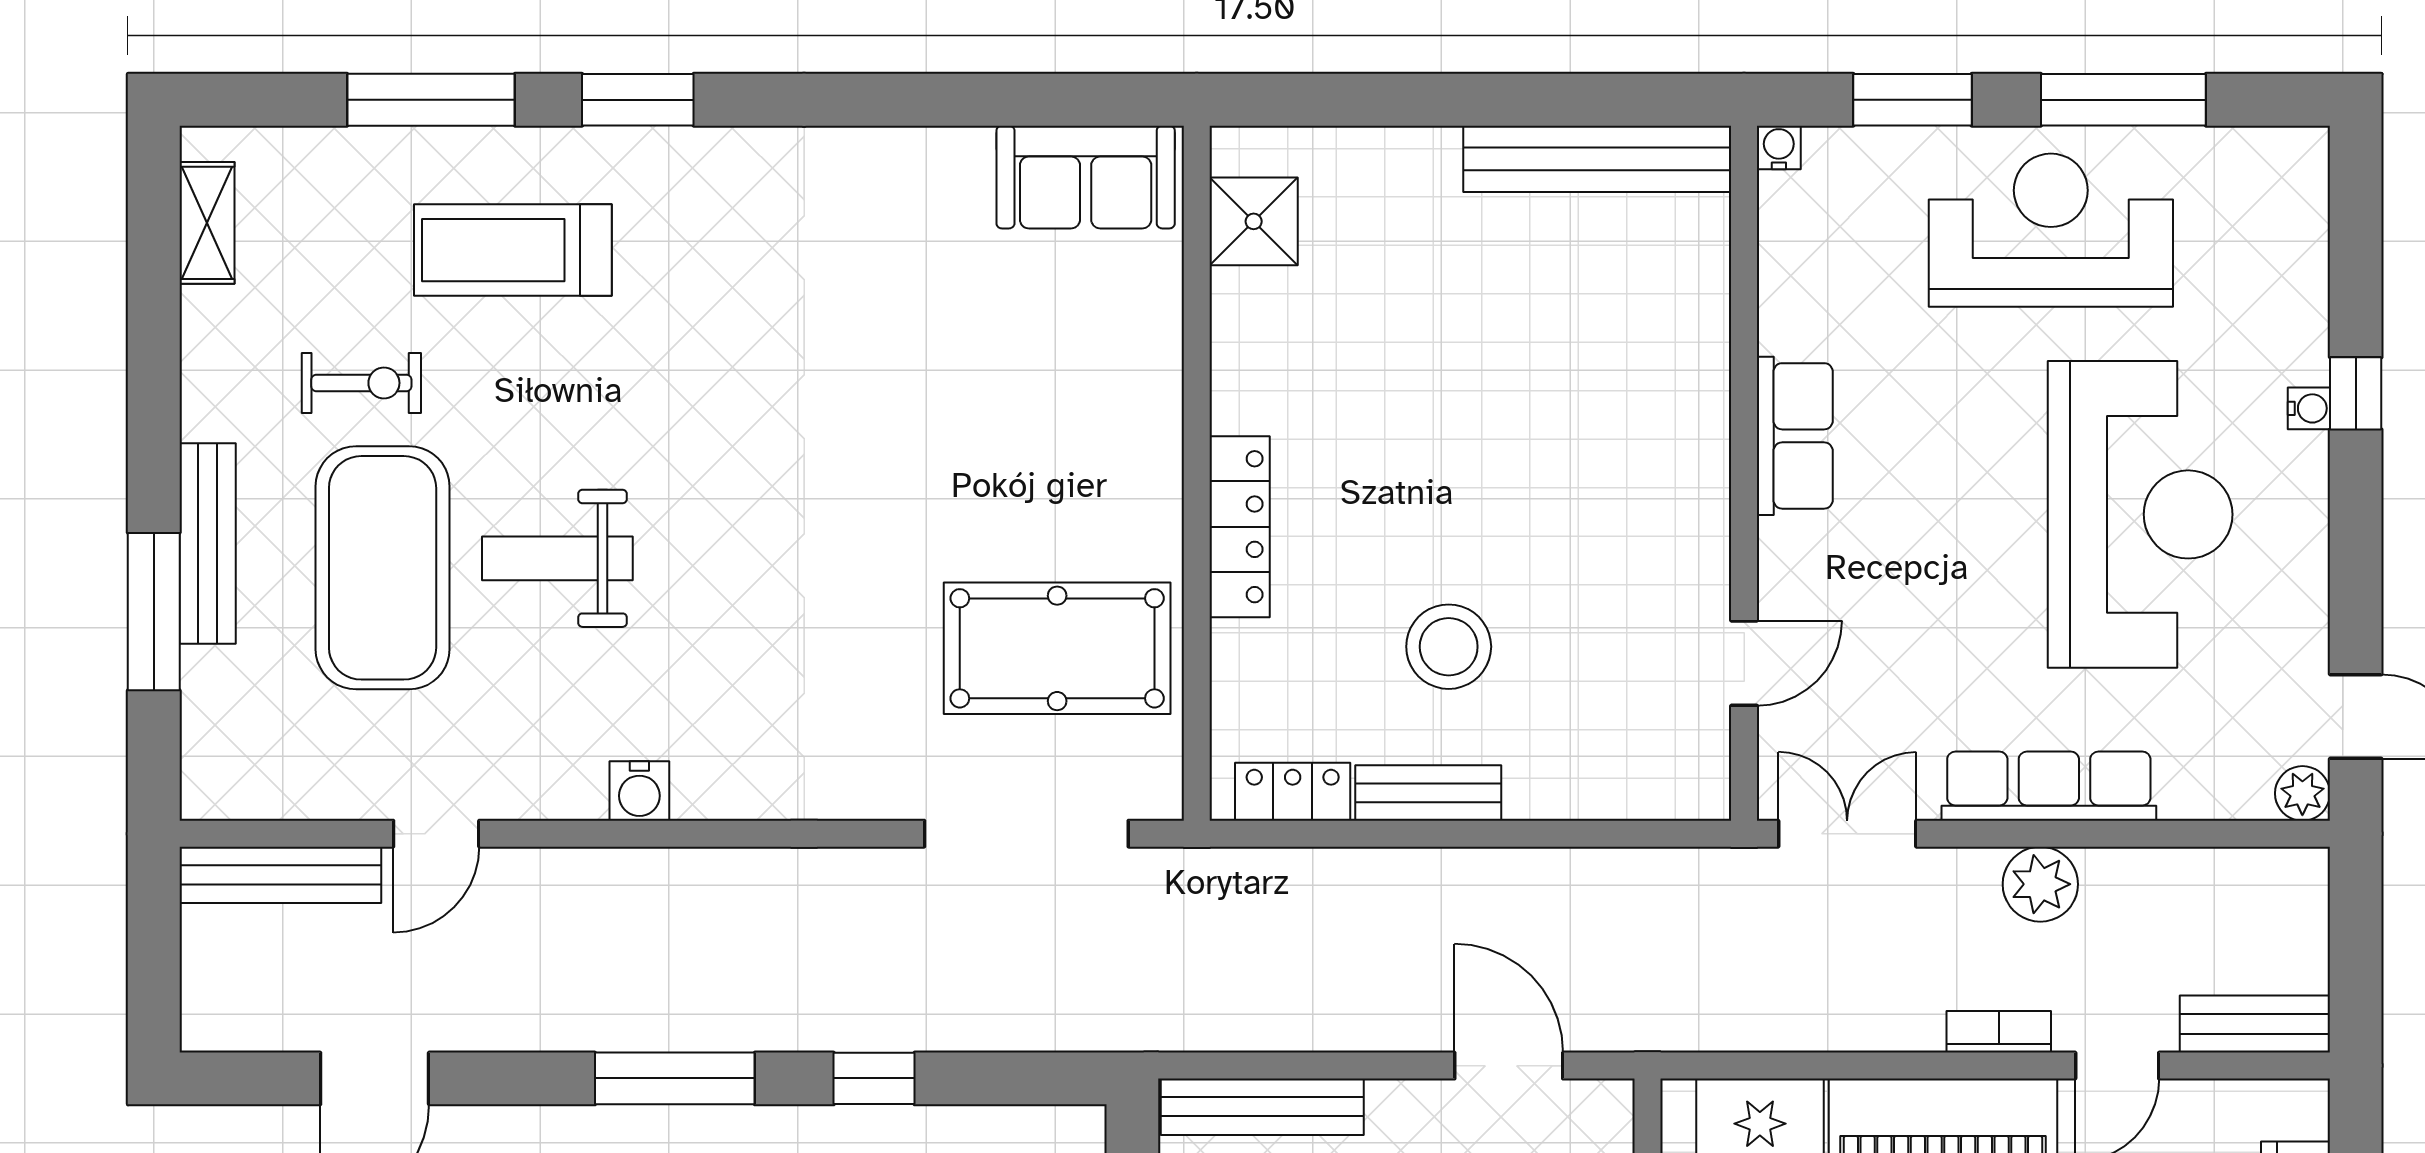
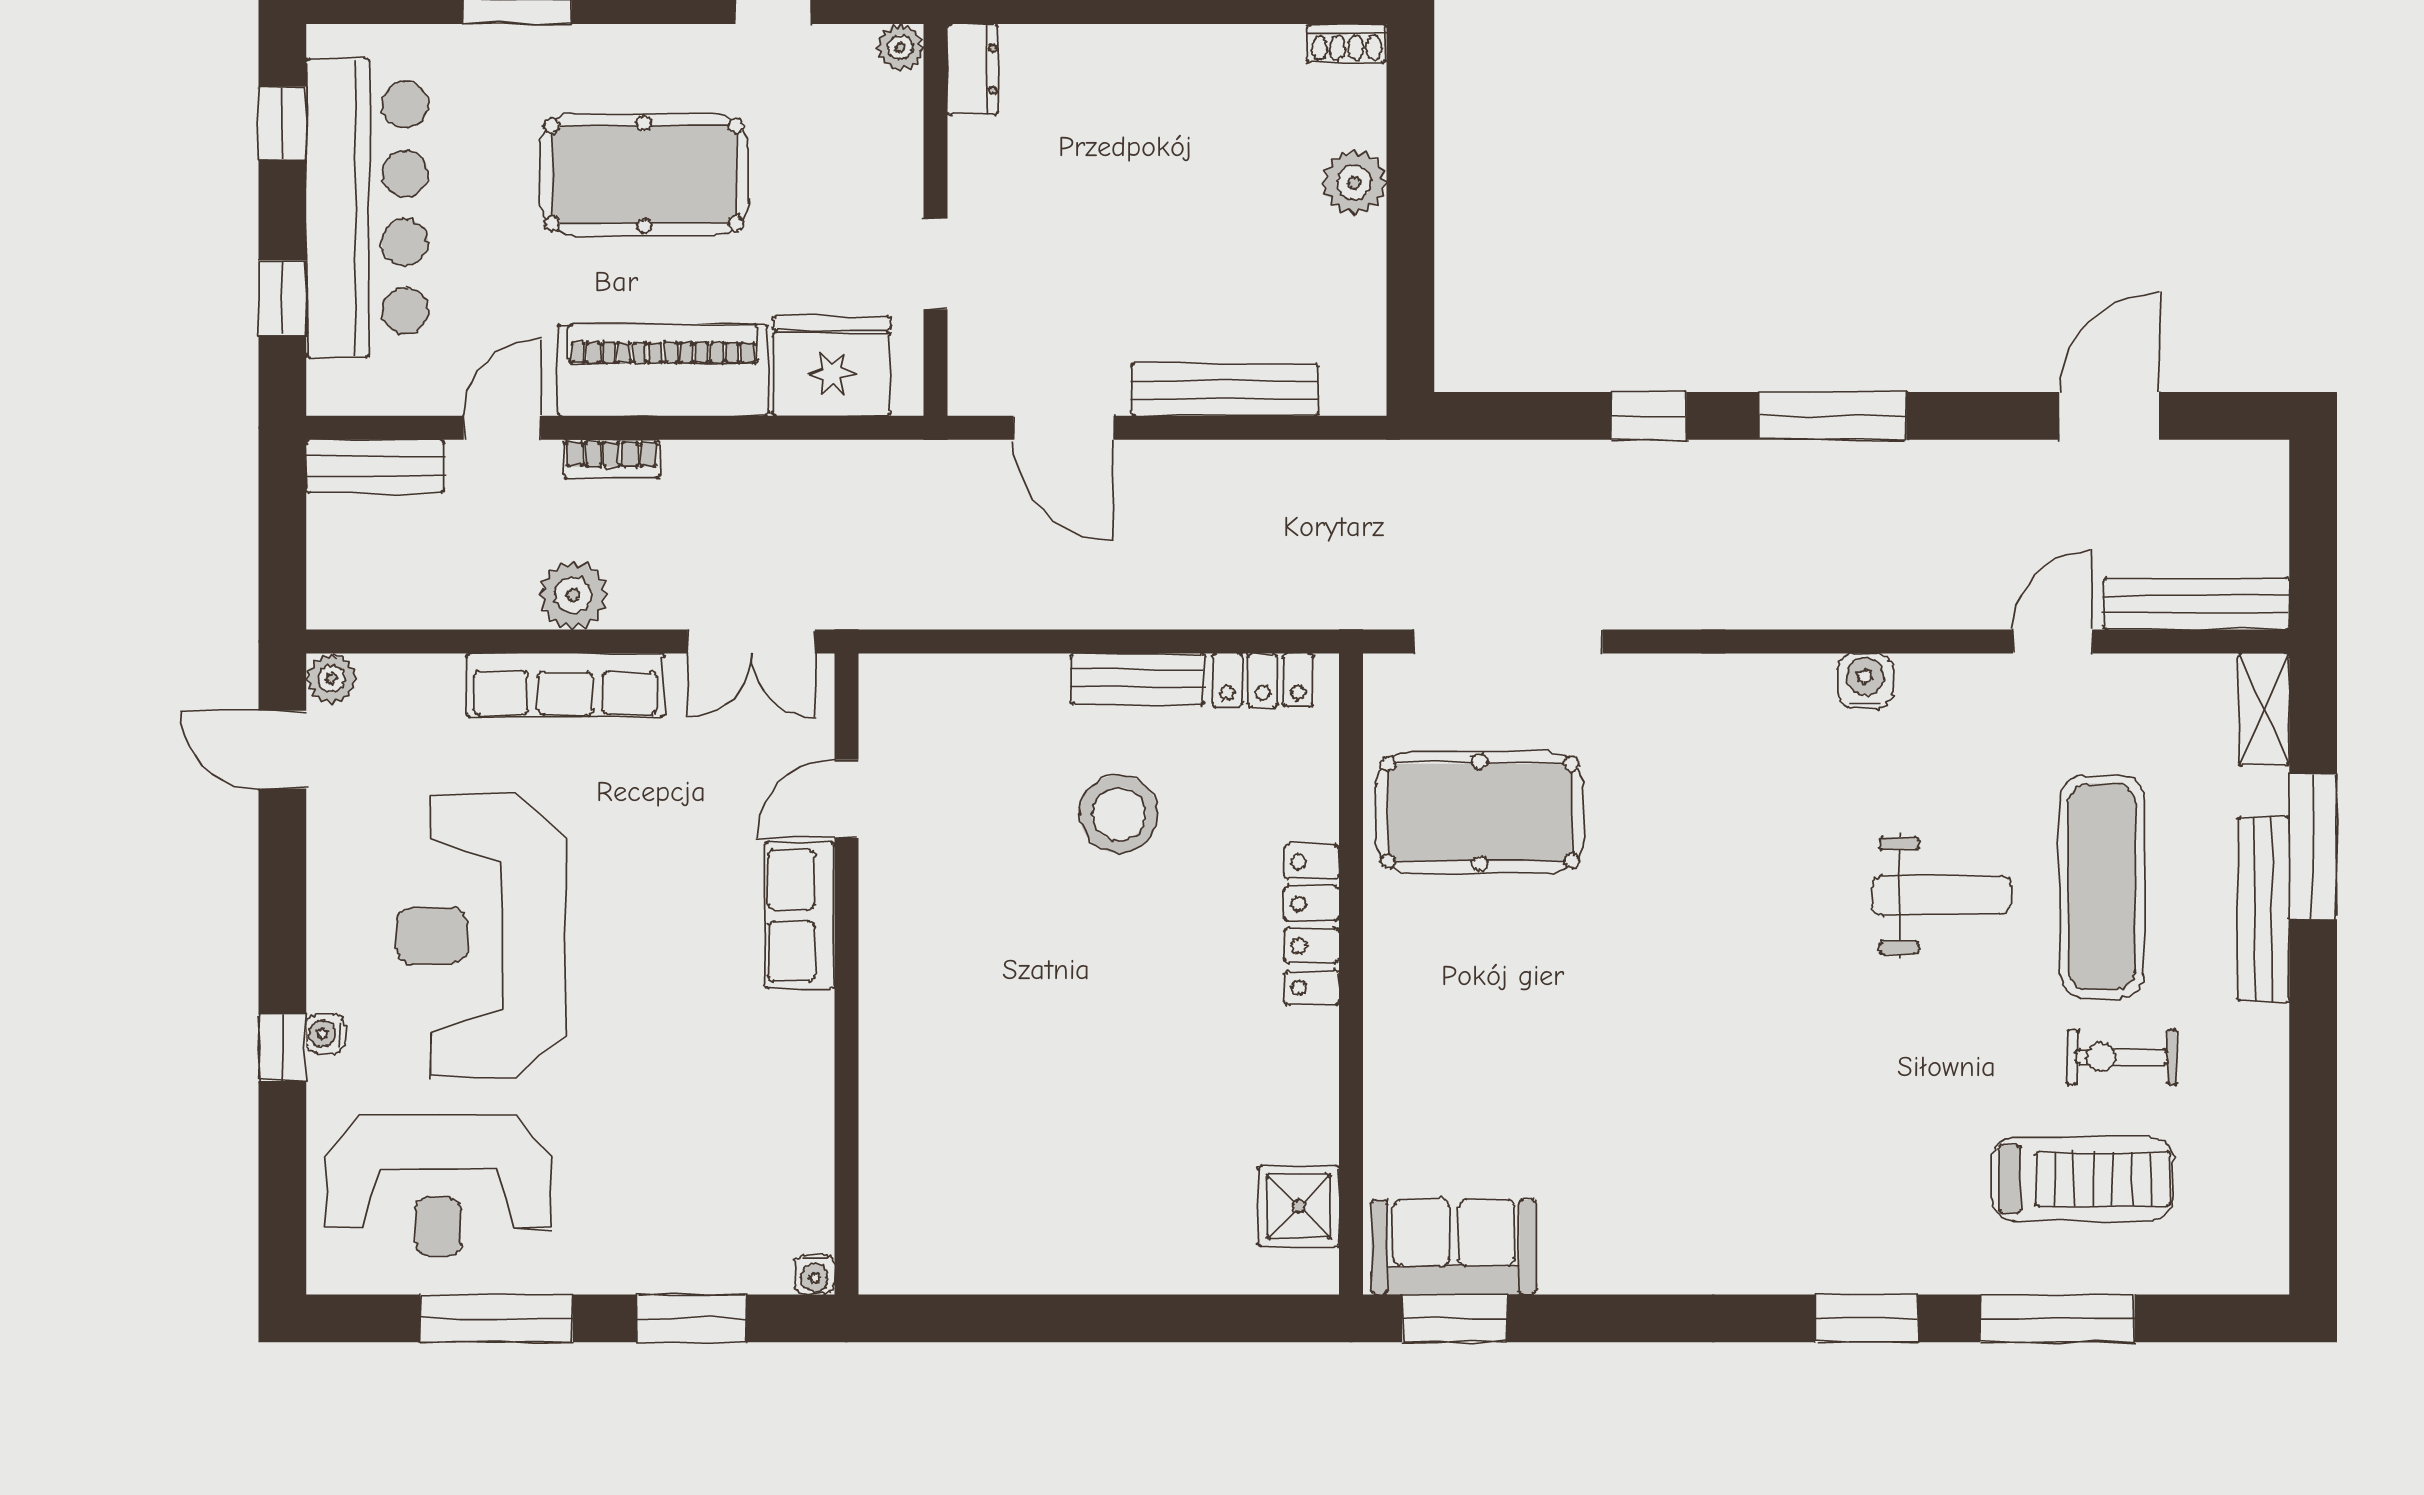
window: (1085, 100) -> (1455, 1318), added
bench: (1597, 159) -> (982, 1264), removed
shelving: (207, 223) -> (2264, 710), moved
reception desk: (2051, 230) -> (438, 1186), moved
treadmill: (513, 250) -> (2083, 1179), moved
row of seats: (1795, 436) -> (800, 915), moved
exercise mat: (383, 568) -> (2102, 887), width x0.68
bench: (1262, 1107) -> (1225, 390), moved

